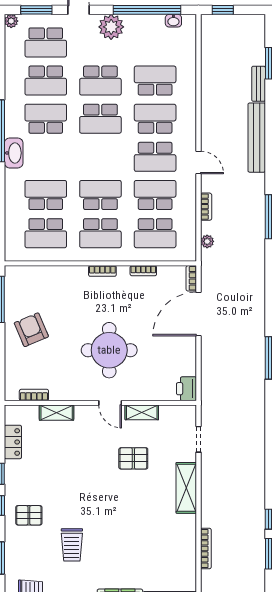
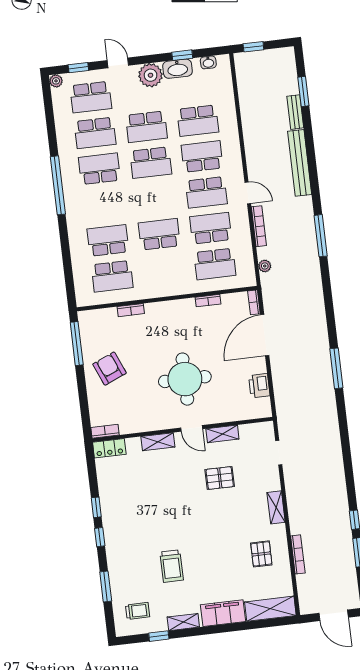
window: (36, 10) -> (78, 68), width x0.67
window: (147, 10) -> (182, 55), width x0.32
school desk: (155, 81) -> (198, 121), turned 180
washbasin: (14, 153) -> (178, 69), moved, turned 90
bookcase: (206, 207) -> (259, 226), width x1.56
school desk: (100, 233) -> (164, 270), removed
bookcase: (102, 271) -> (131, 310), moved
printer: (186, 389) -> (259, 386), moved
bookcase: (34, 395) -> (105, 431), moved
shelving: (57, 413) -> (158, 442), moved
locker: (13, 442) -> (109, 448), moved, turned 90
shelving: (186, 488) -> (276, 507), width x0.67, depth x0.75
pallet: (29, 515) -> (261, 554), moved, turned 90

